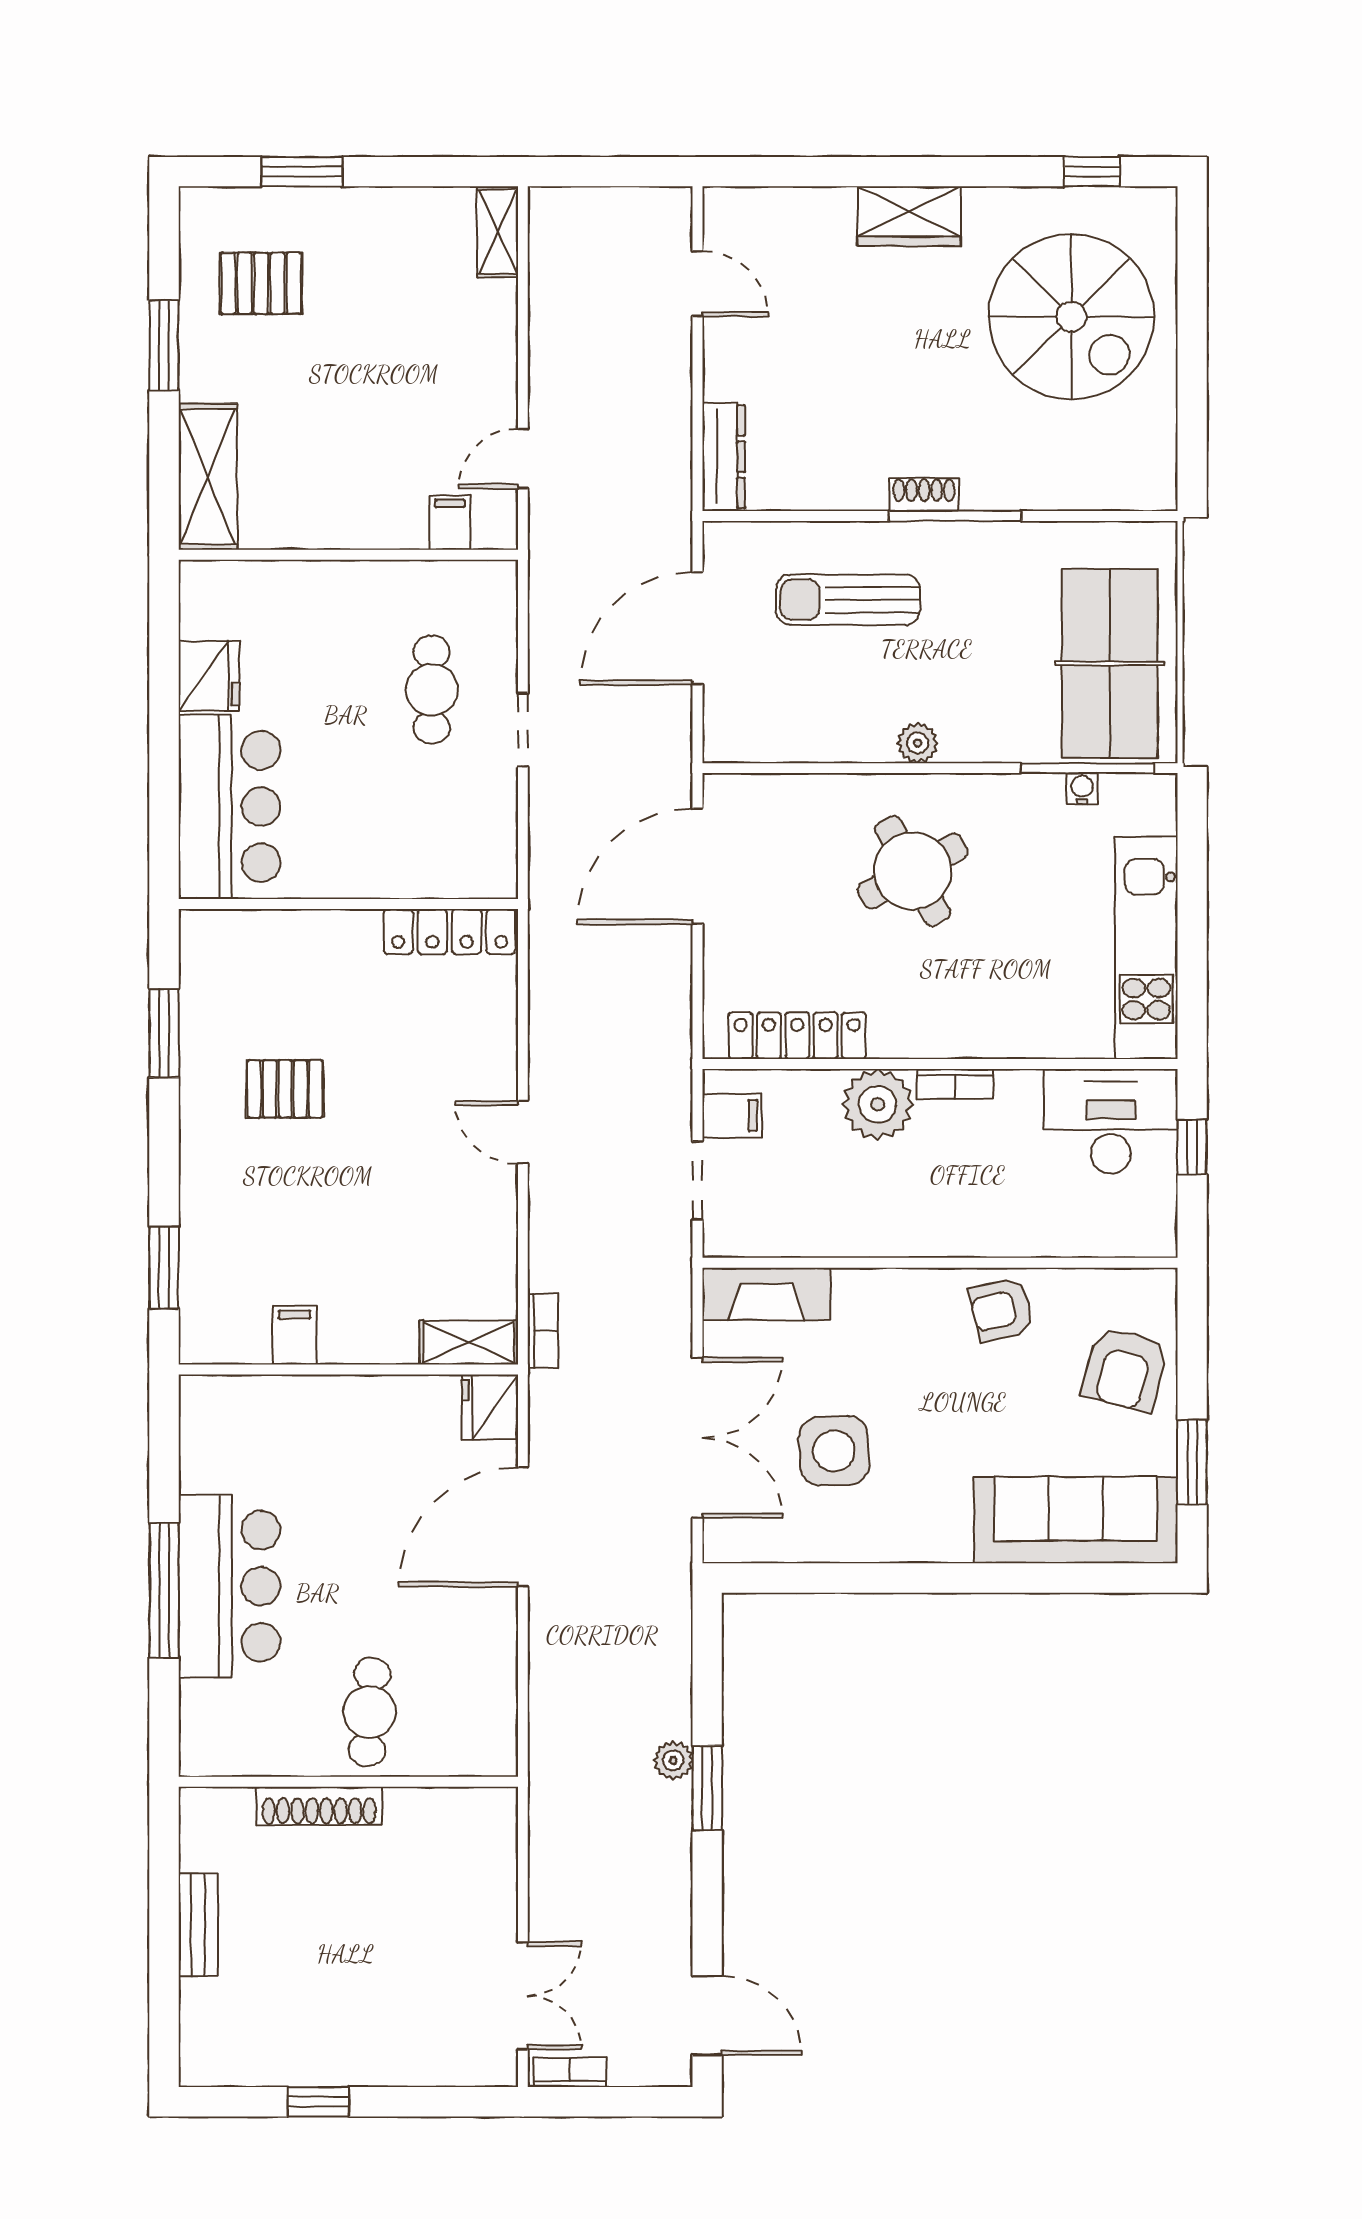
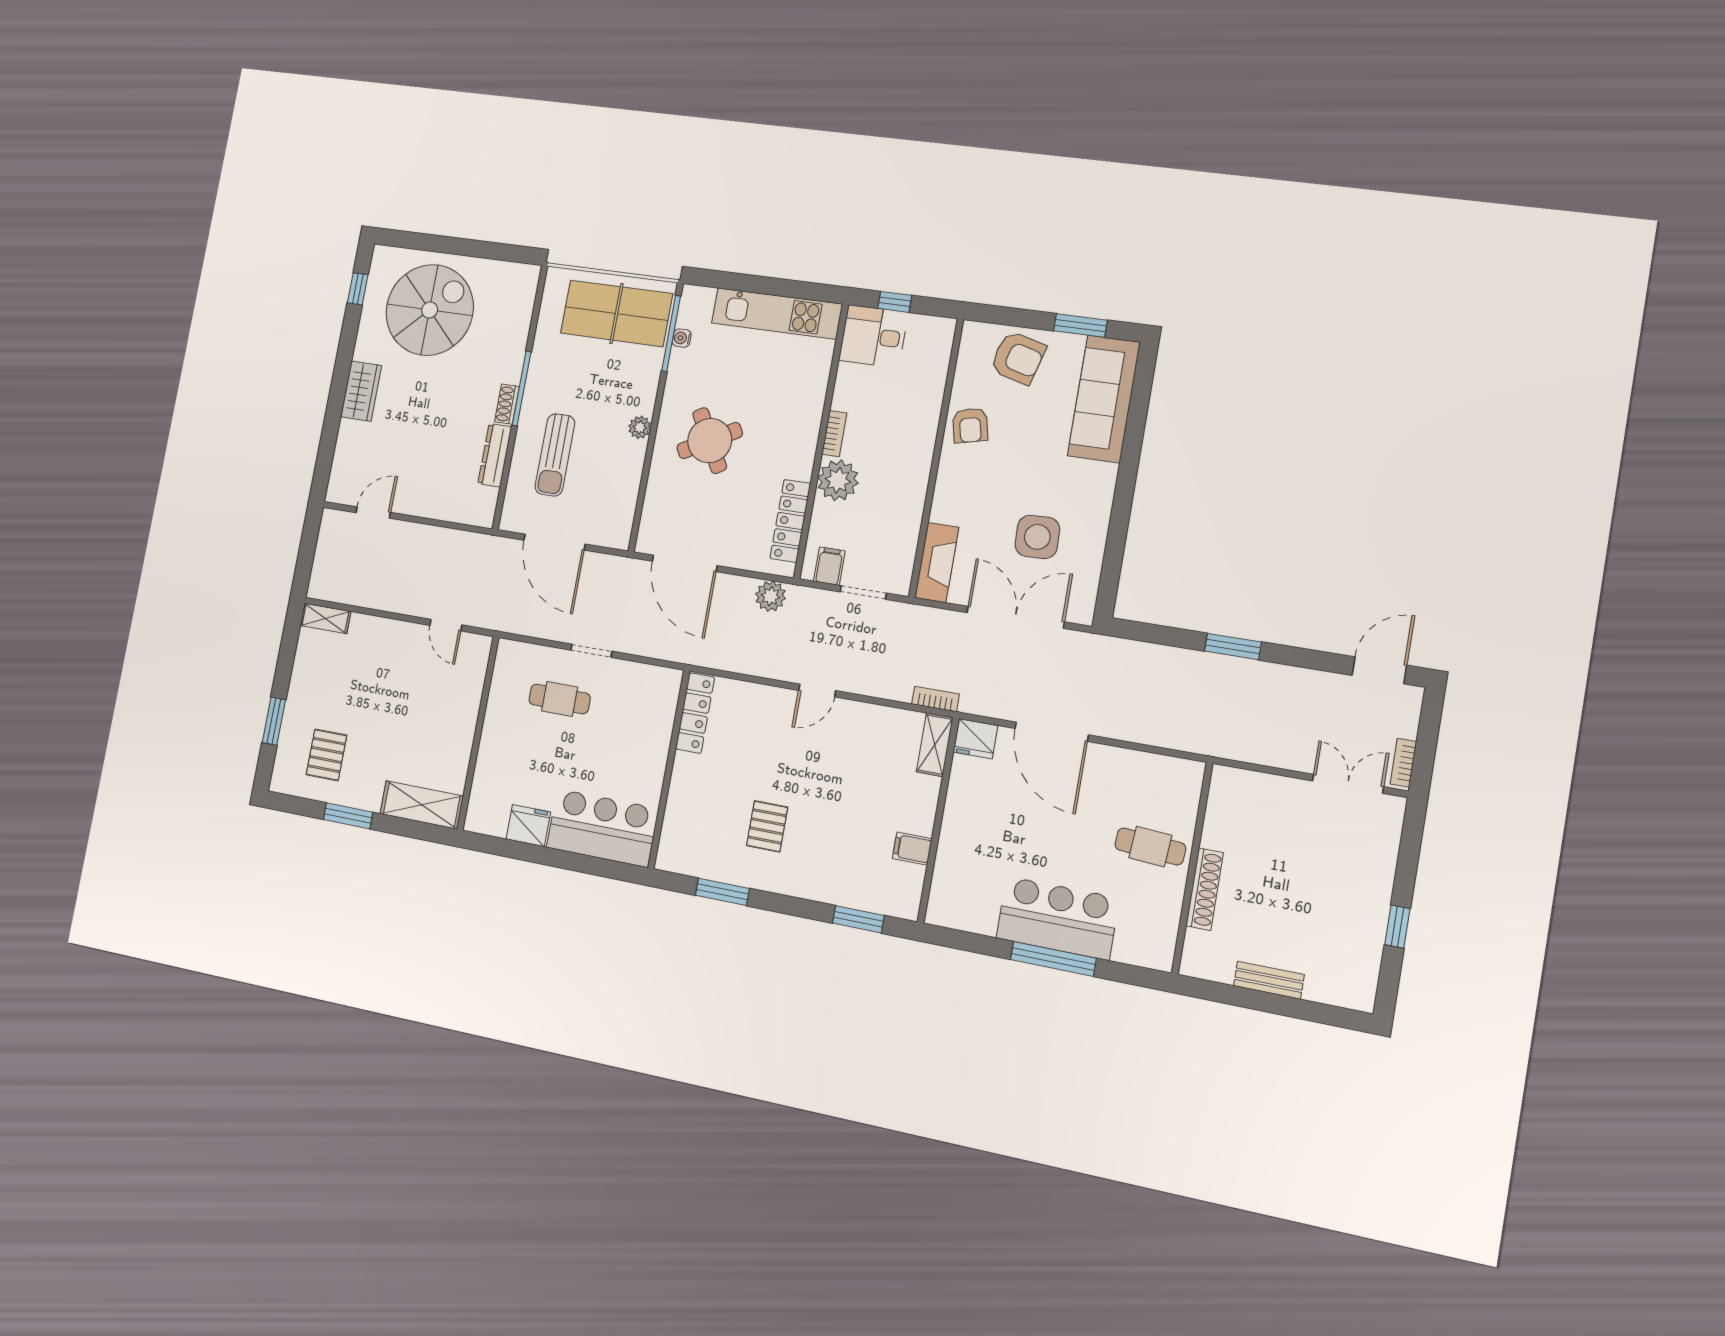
dresser: (724, 457) -> (495, 455), moved, turned -90
filing cabinet: (450, 523) -> (472, 672), removed
desk: (1111, 1121) -> (873, 336), width x0.73
plant: (673, 1760) -> (771, 596), moved, width x1.38, depth x1.38

